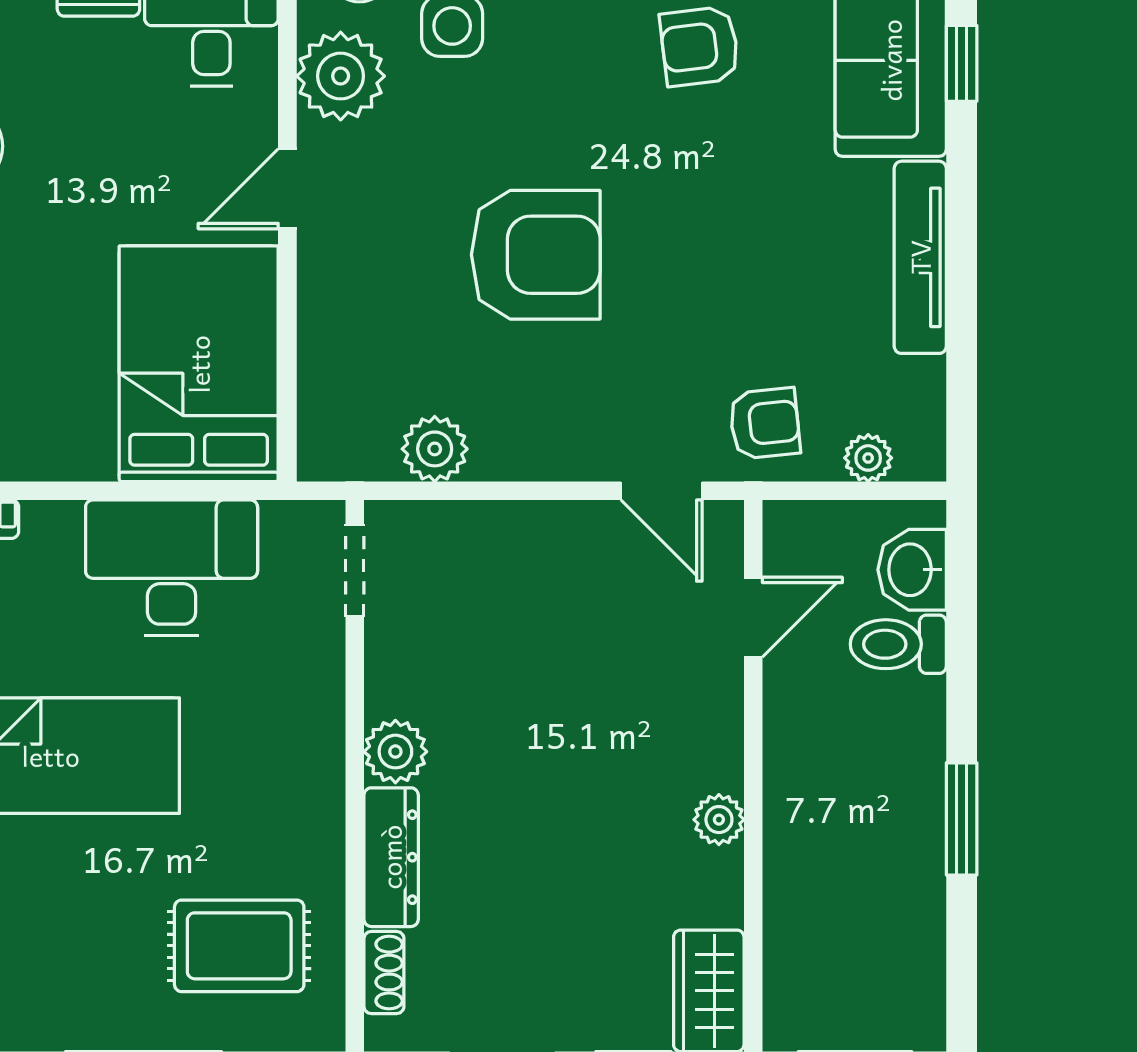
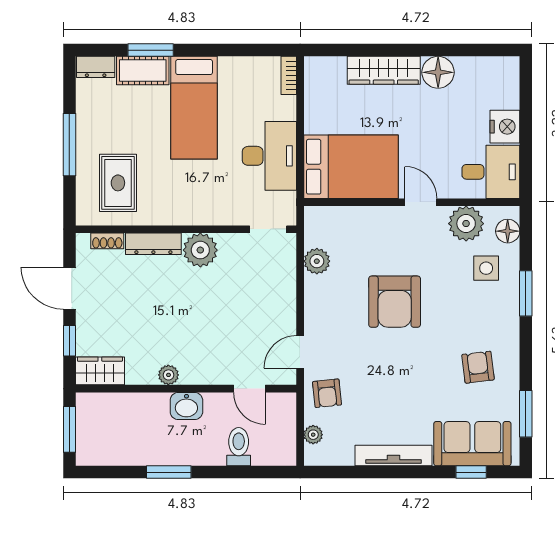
washbasin: (912, 570) -> (186, 406), moved, turned 180
plant: (395, 752) -> (200, 250), width x1.36, depth x1.36

